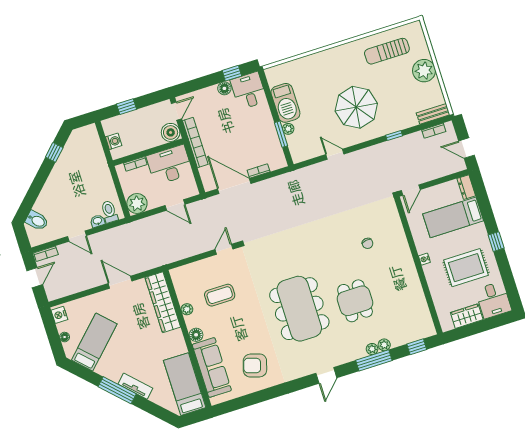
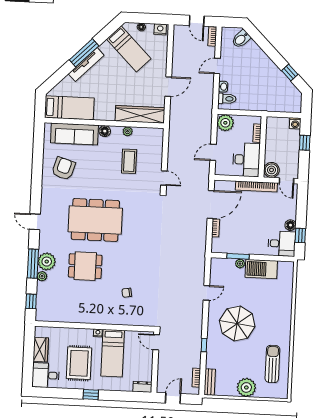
washing machine: (114, 141) -> (295, 123), moved
bed: (453, 217) -> (113, 353), moved, turned 180
plant: (372, 349) -> (47, 262), width x1.88, depth x1.88
tv unit: (135, 386) -> (86, 65), width x1.41

